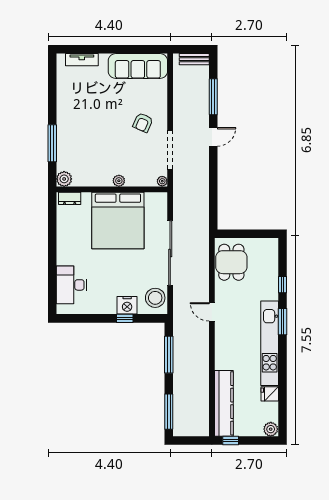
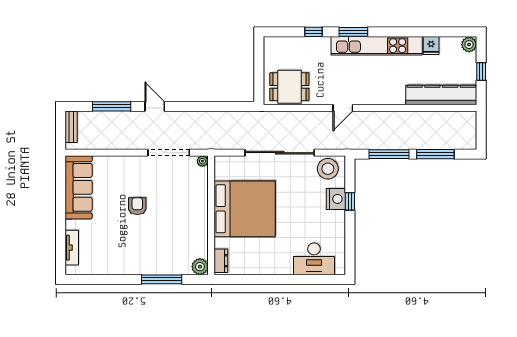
armchair: (143, 123) -> (137, 206), moved, turned -114
plant: (119, 181) -> (202, 208), removed
window: (169, 412) -> (435, 154), moved
window: (231, 440) -> (481, 71), moved

